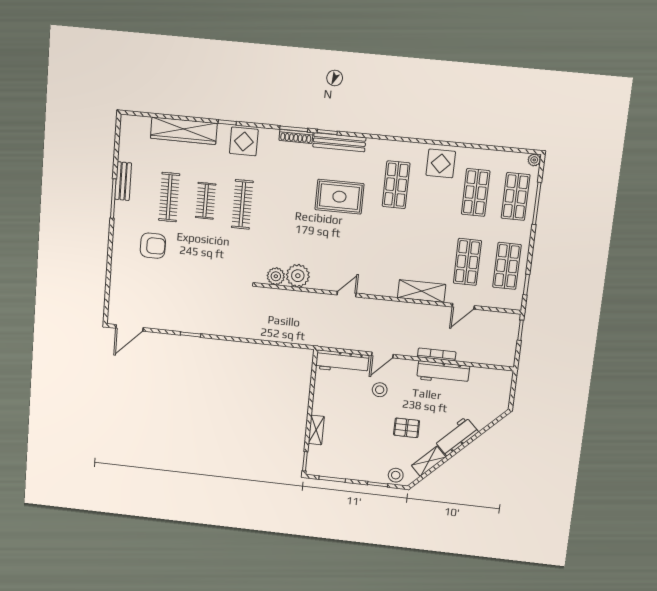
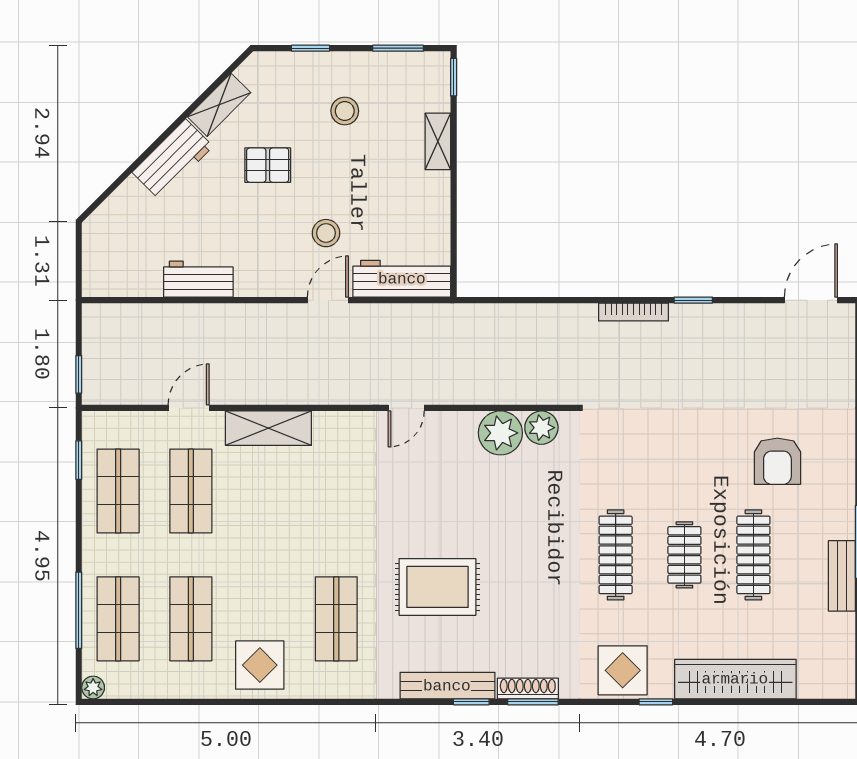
armchair: (153, 246) -> (777, 461), turned -90
bookcase: (437, 355) -> (634, 312), moved
workbench: (443, 372) -> (198, 279), width x0.73
stool: (396, 475) -> (345, 111), moved

